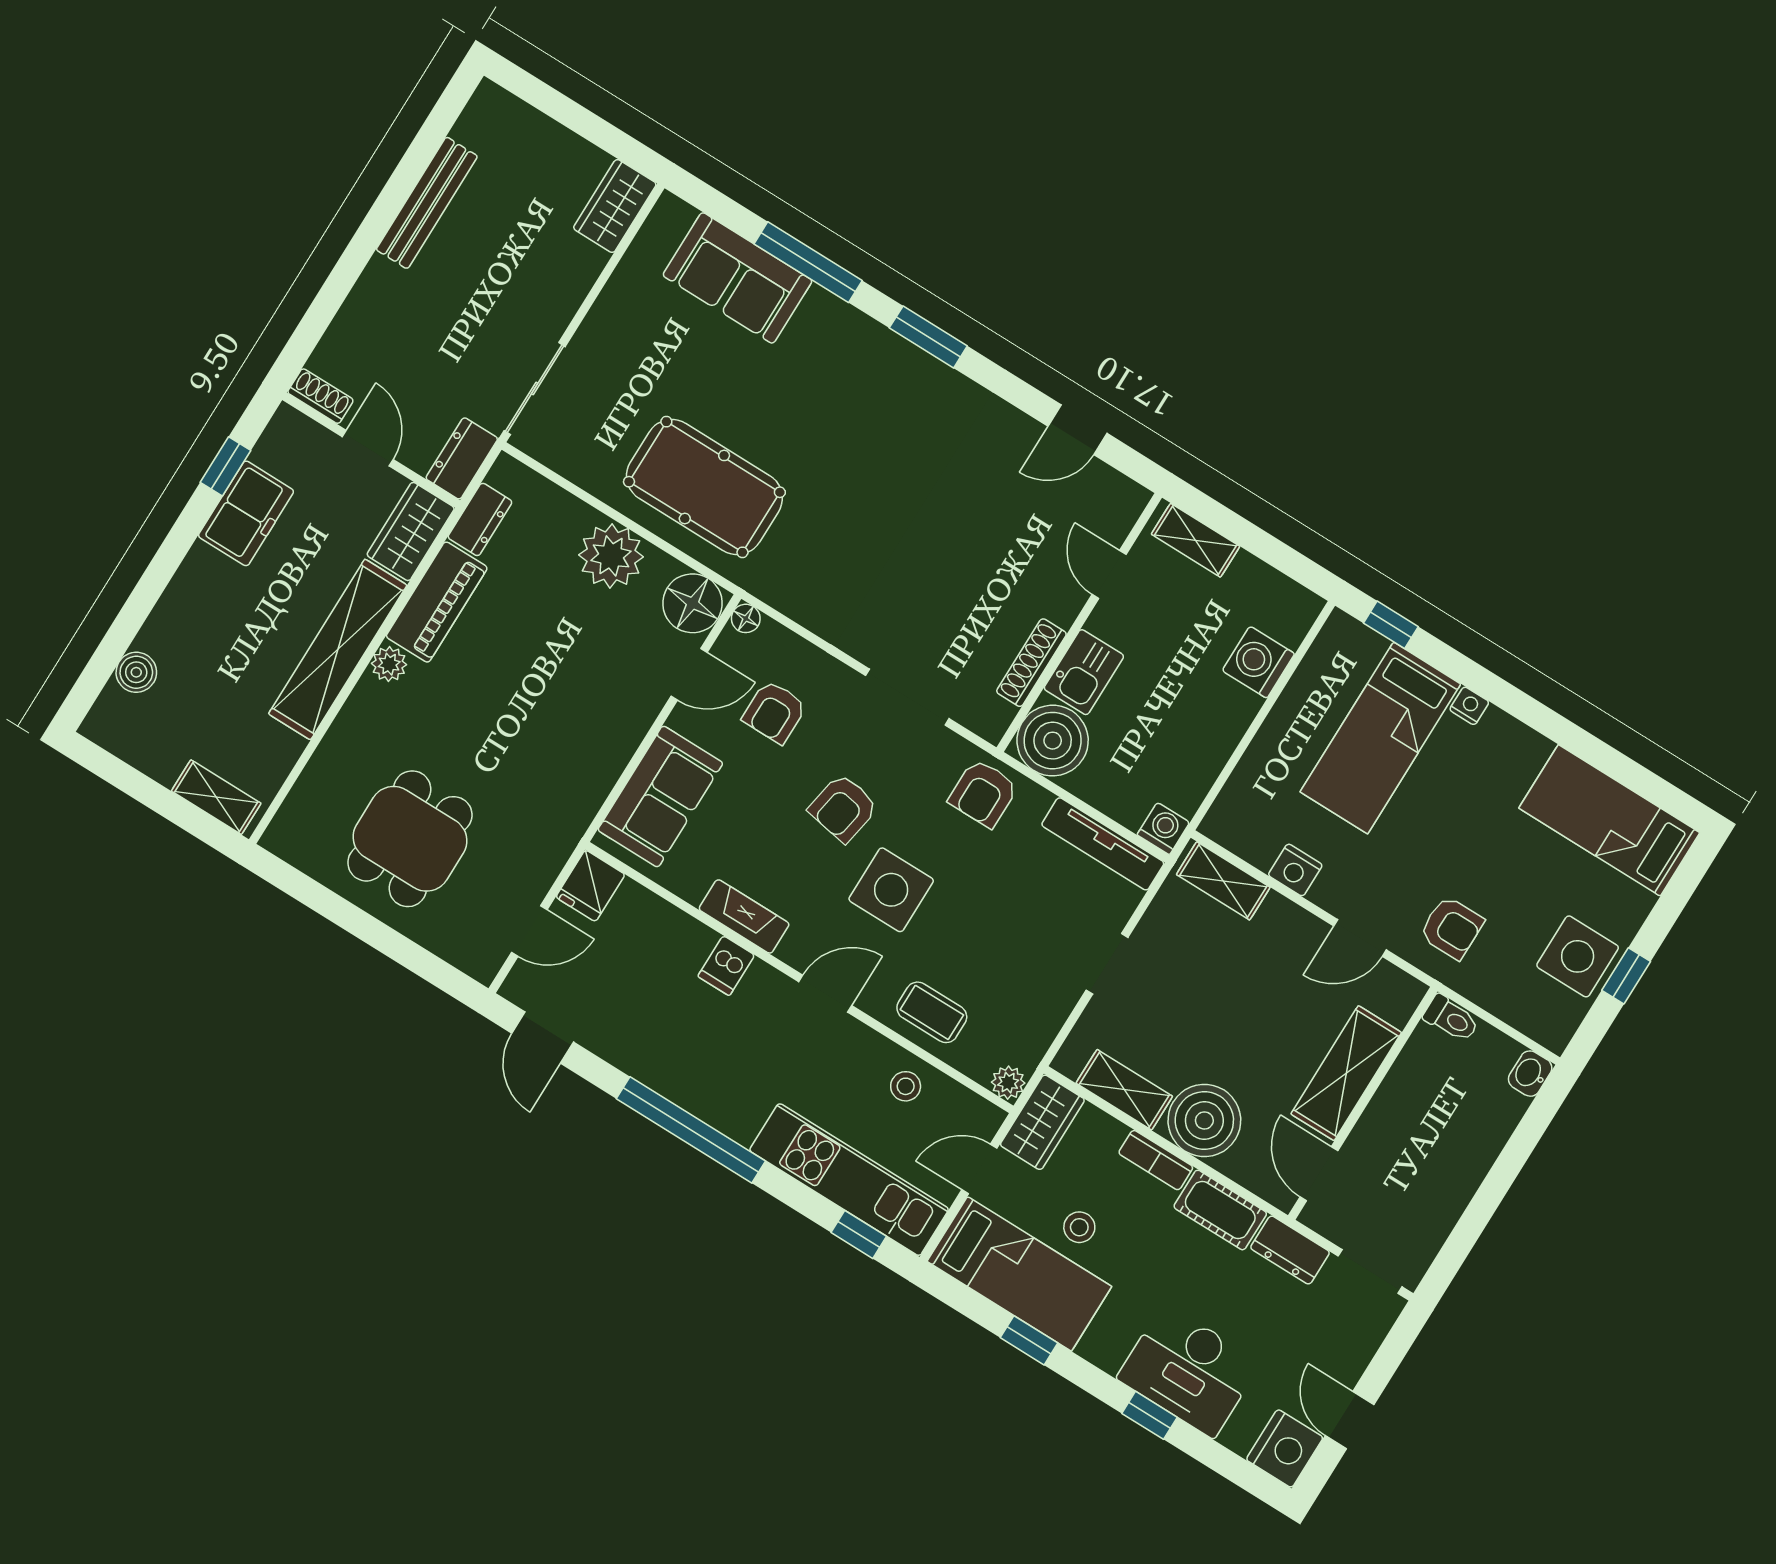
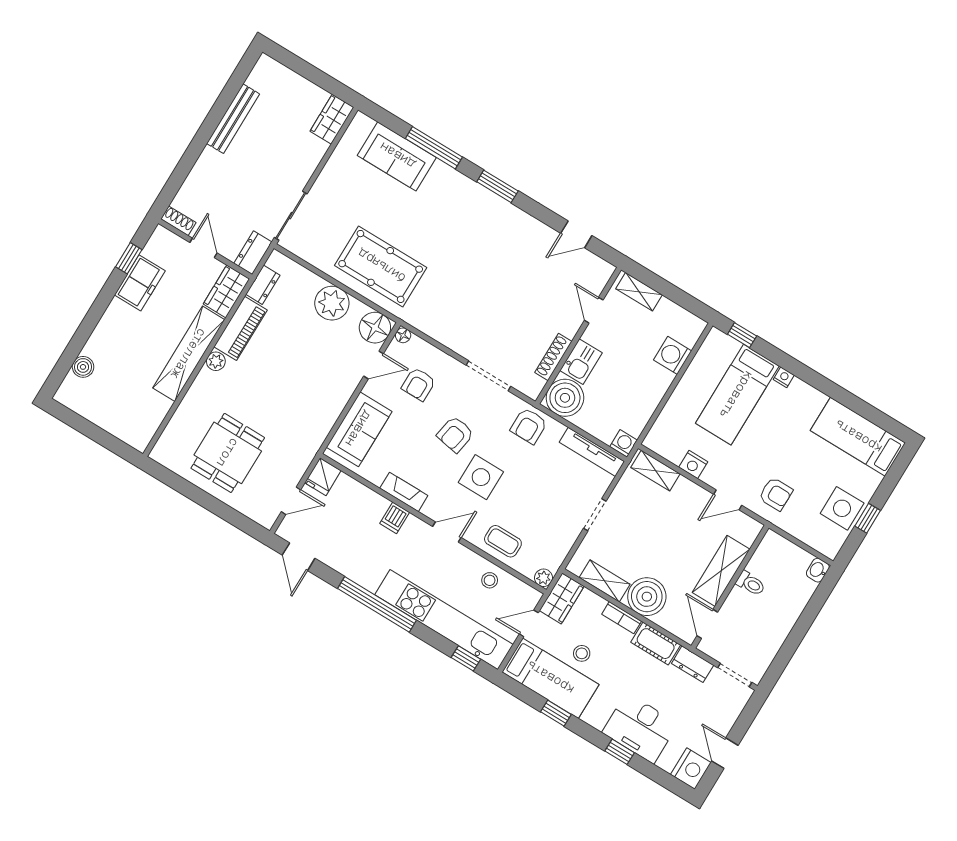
shelving: (216, 797) -> (126, 432), removed
toilet: (1451, 1019) -> (751, 583), moved
kitchen unit: (849, 1180) -> (444, 620), width x1.36

